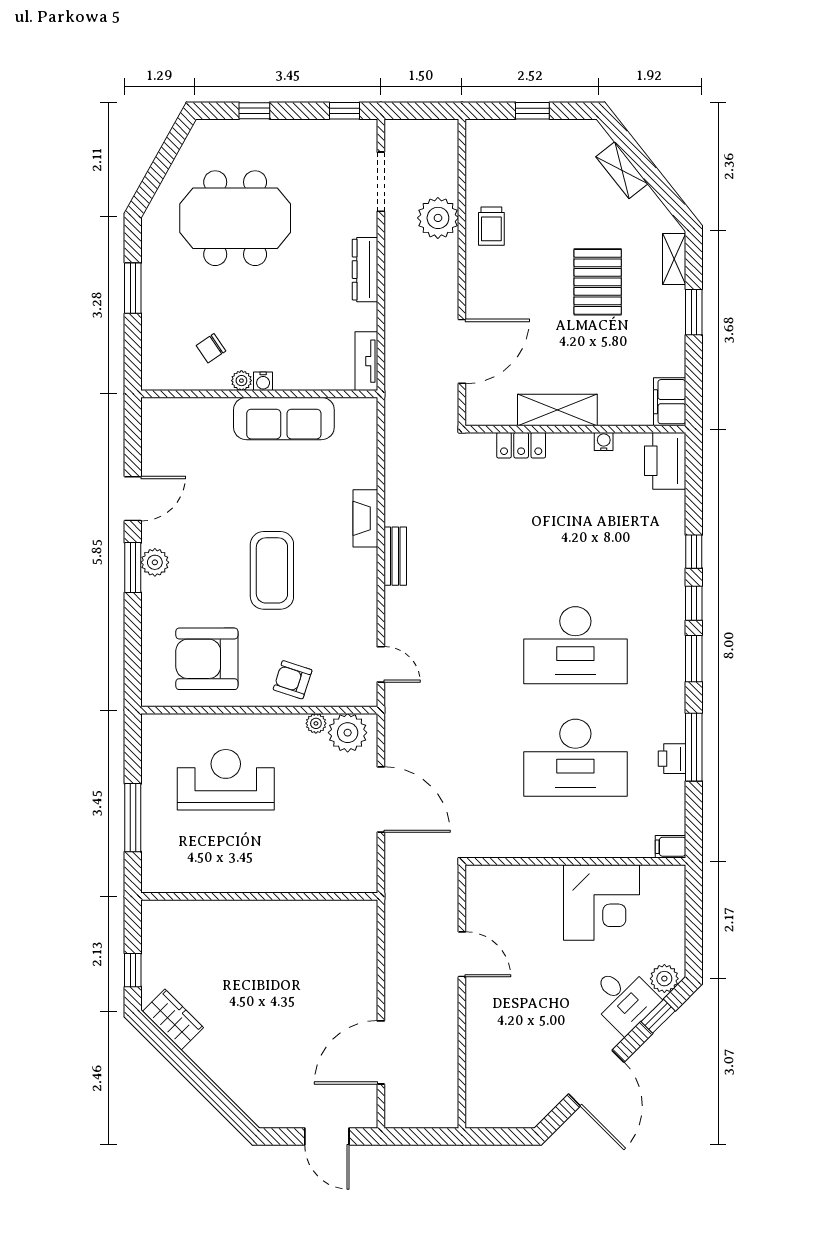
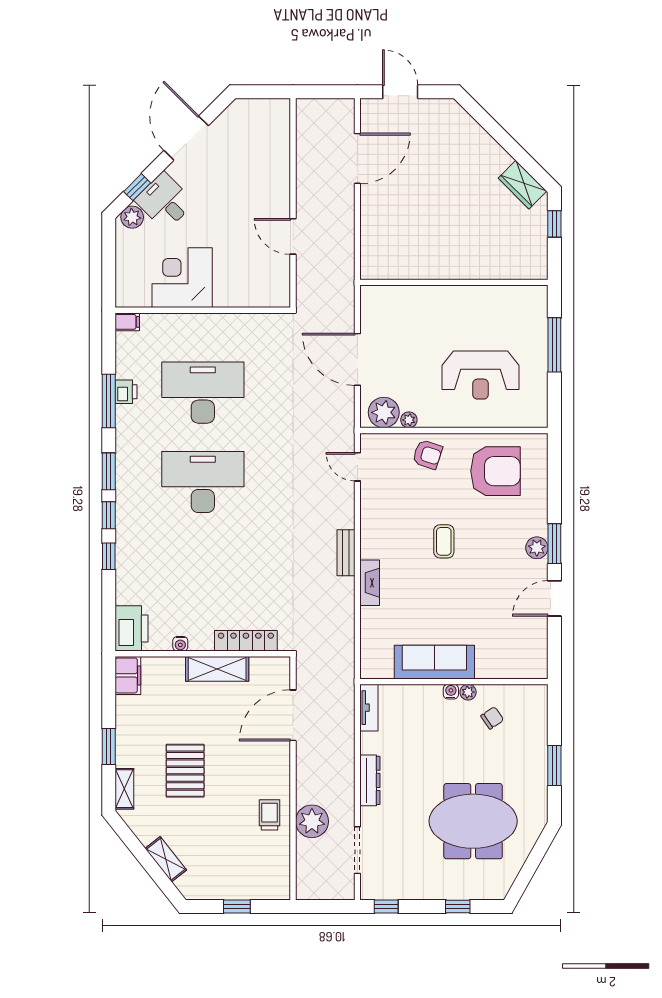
locker: (521, 445) -> (246, 641), width x1.53
coffee table: (272, 570) -> (444, 541), width x0.54, depth x0.58

